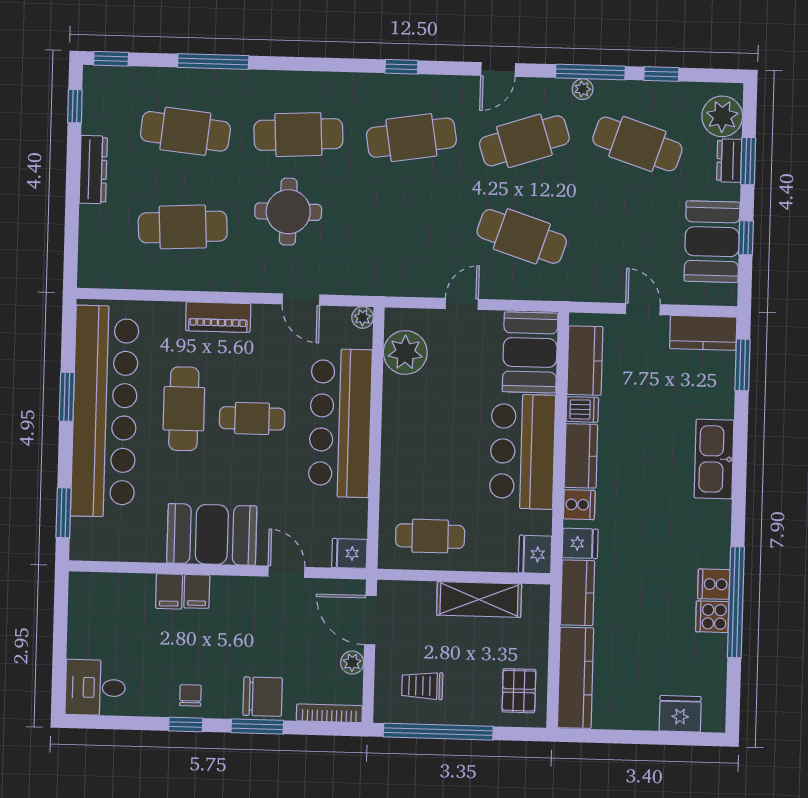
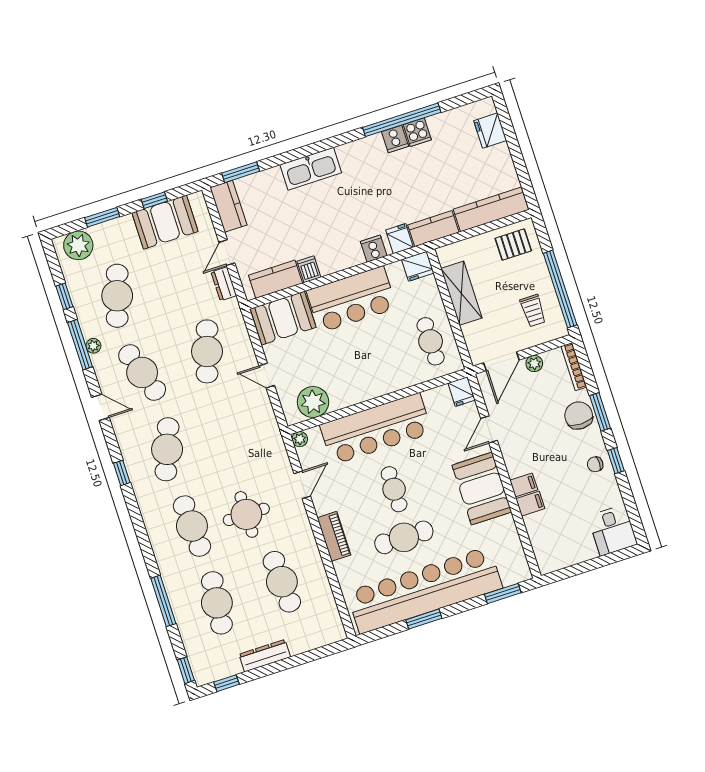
cafe table: (411, 138) -> (167, 449), turned 30
dresser: (729, 161) -> (224, 284), moved, turned 90
kitchen counter: (581, 456) -> (340, 259), removed

